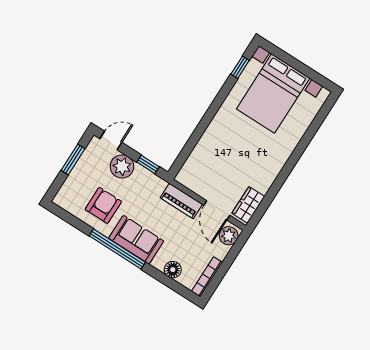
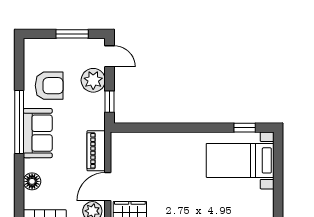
bed with nightstands: (273, 94) -> (240, 160), width x0.73

